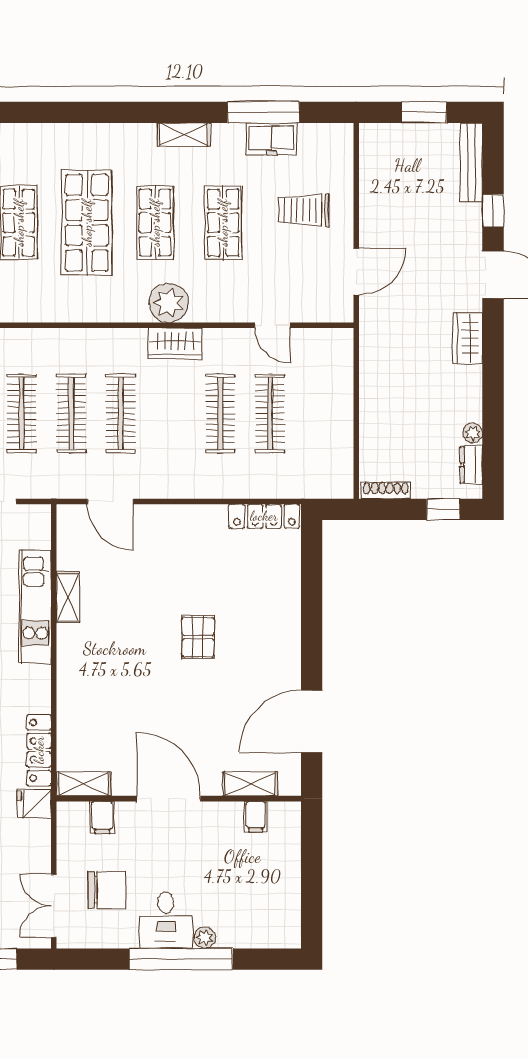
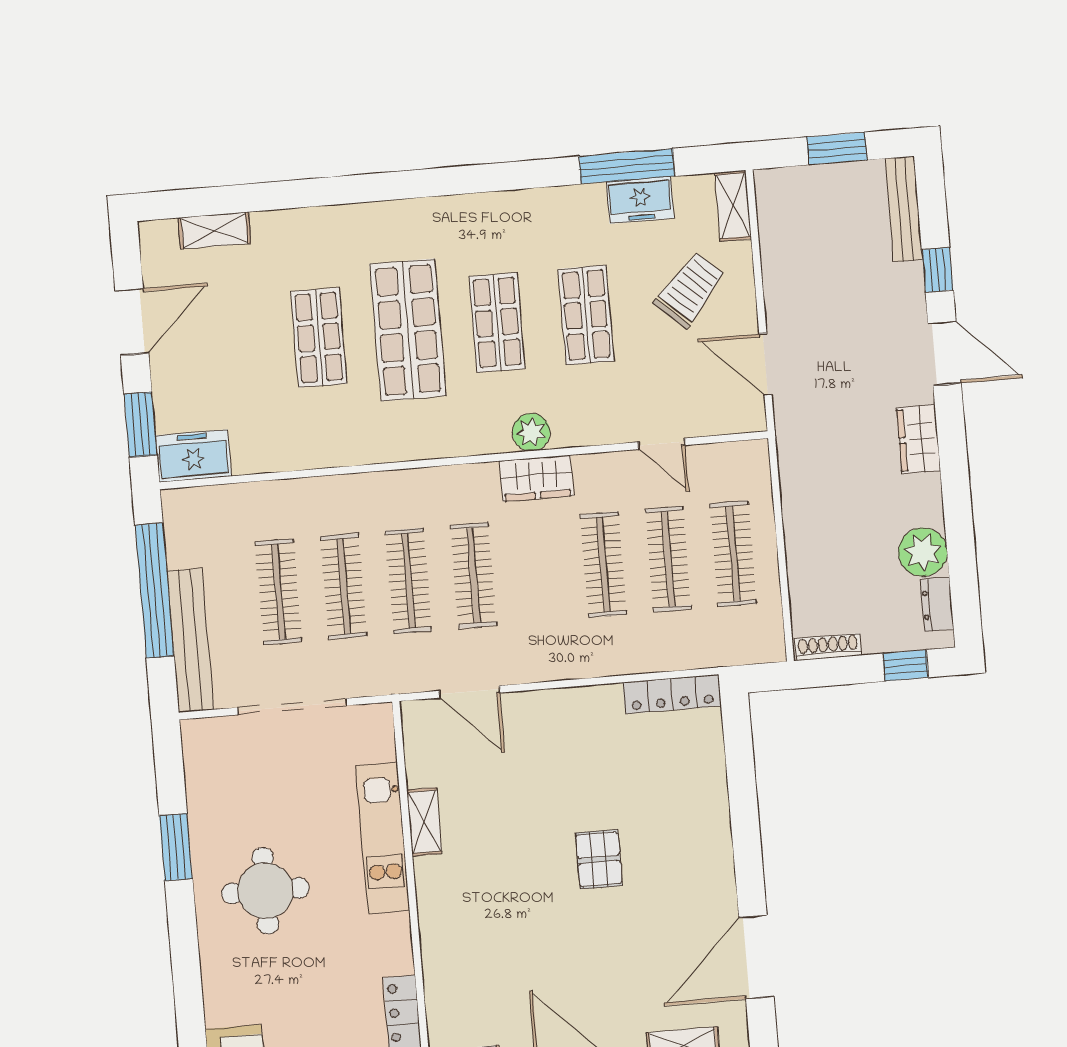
shelving: (184, 135) -> (733, 206), moved, turned 90
trolley: (304, 210) -> (690, 290), turned 132
door: (356, 272) -> (765, 364), swing flipped
plant: (169, 303) -> (531, 432), width x0.73, depth x0.73
clothes rail: (320, 413) -> (733, 554), added
plant: (473, 433) -> (923, 552), width x1.87, depth x1.87

